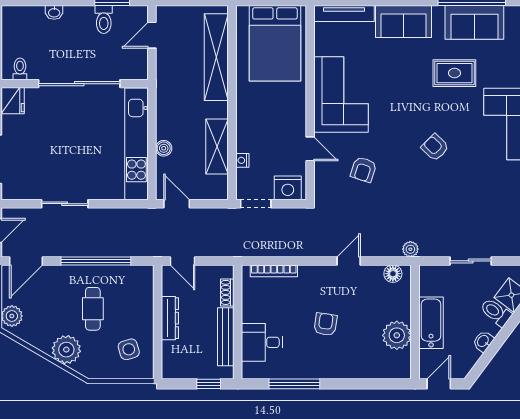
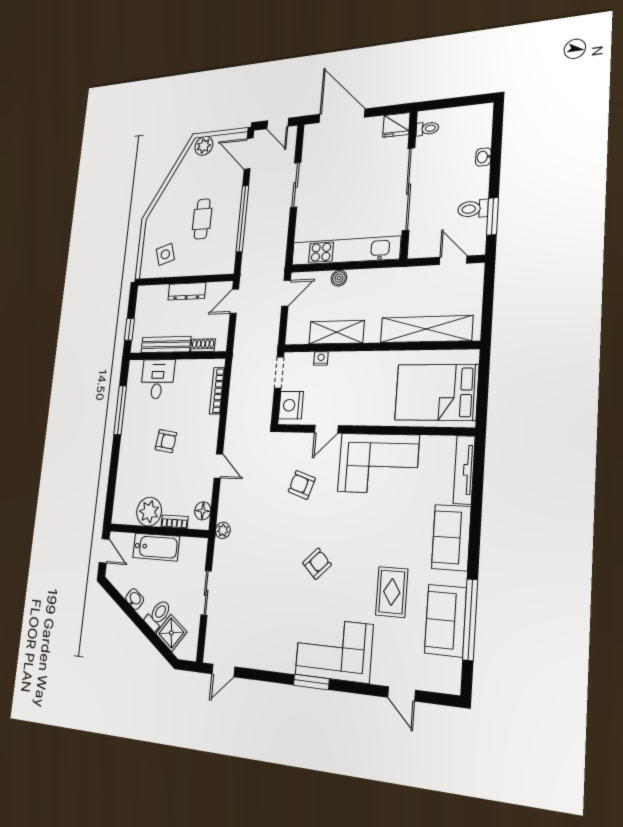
bookcase: (405, 304) -> (175, 522), added
cafe table: (93, 309) -> (202, 219), turned 90
plant: (66, 350) -> (171, 198), removed

